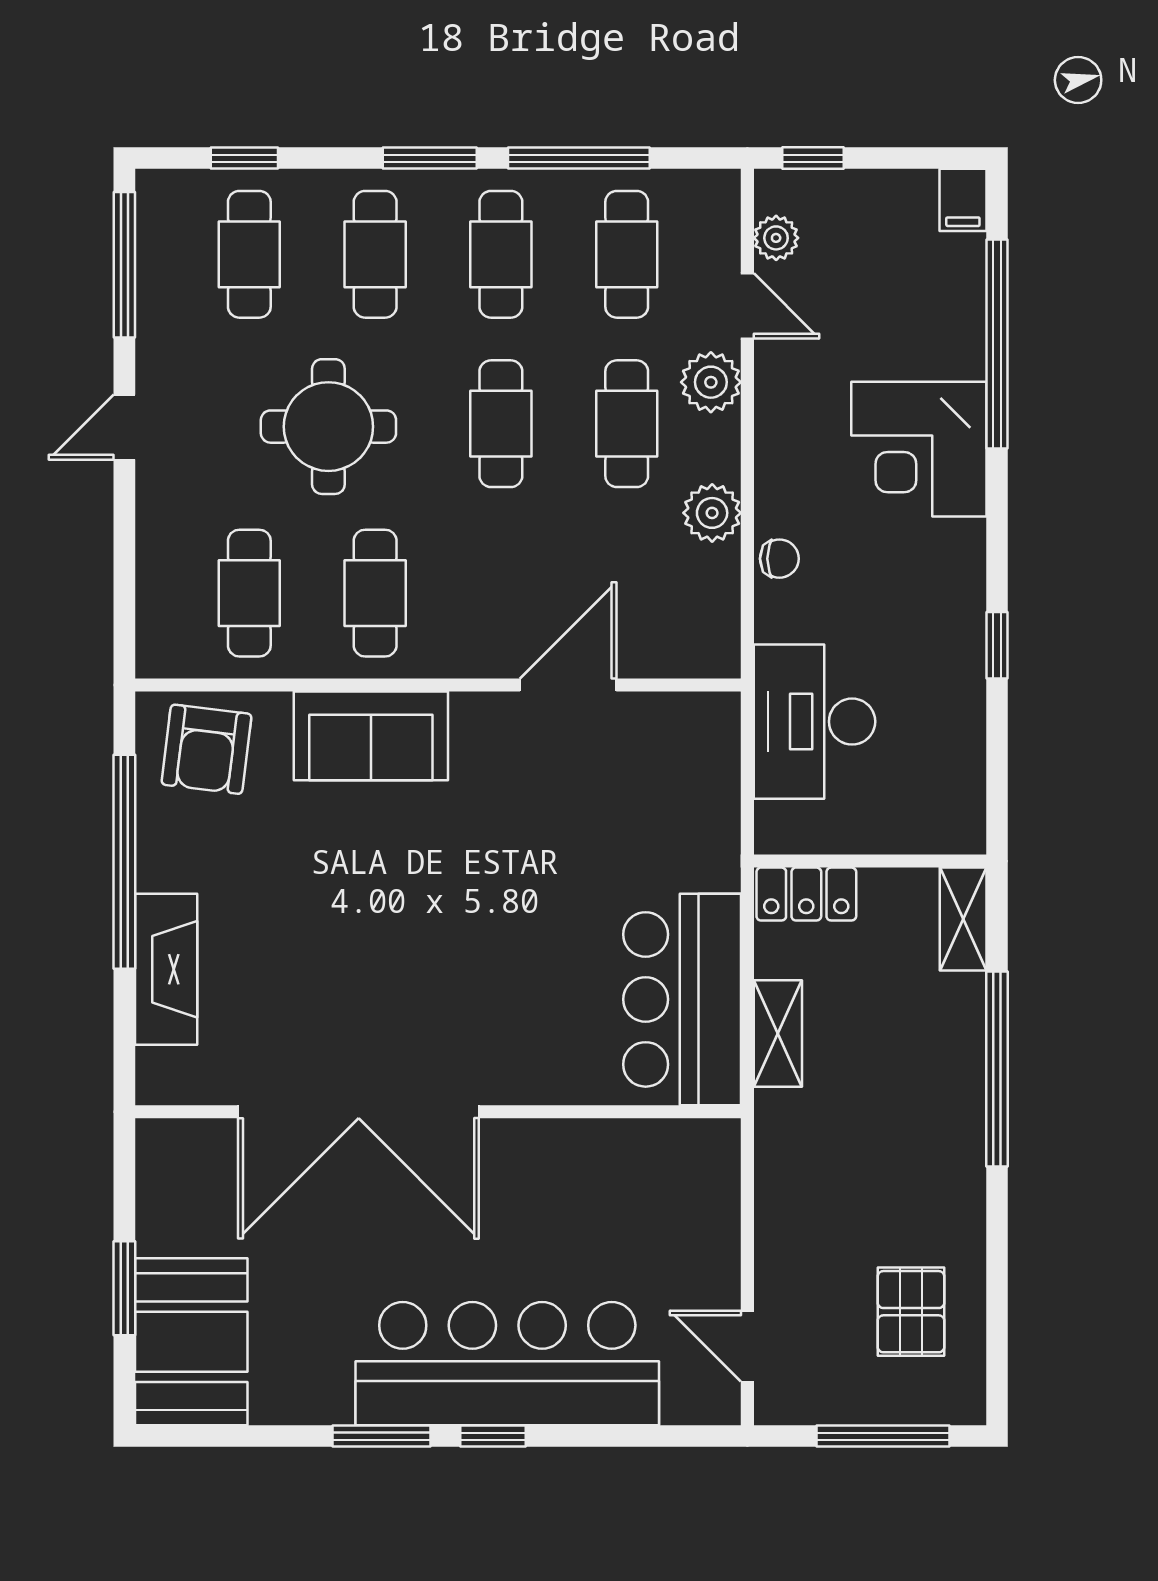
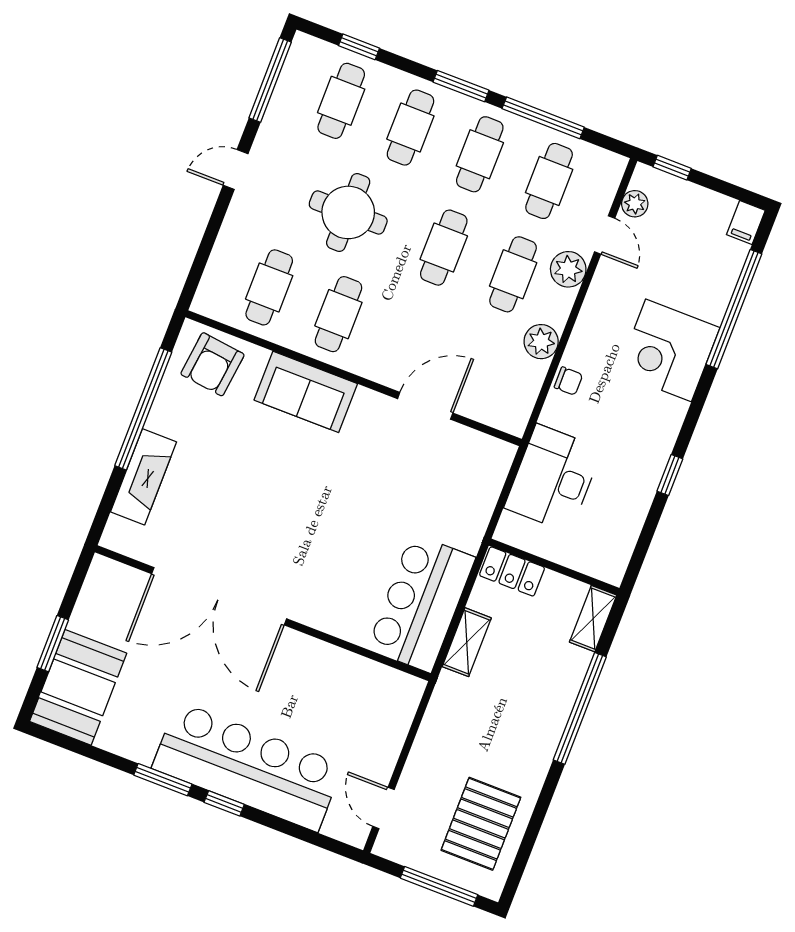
pallet: (911, 1312) -> (481, 824), width x1.50, depth x1.42

